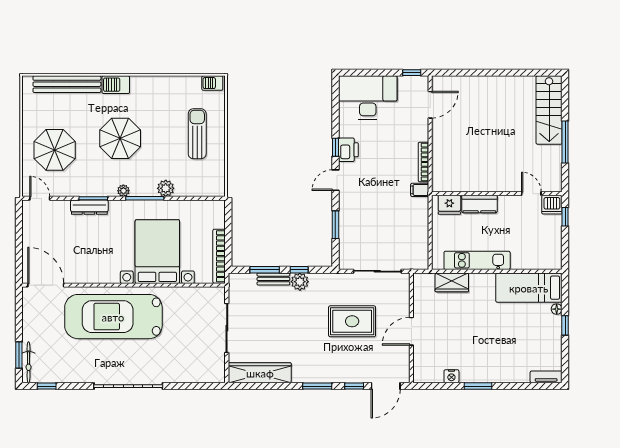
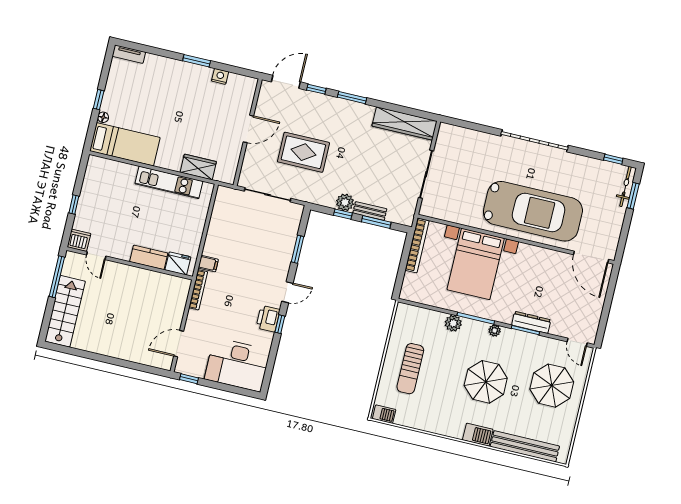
wall: (497, 194) -> (130, 263), moved
door: (531, 194) -> (96, 256), moved
kitchen counter: (479, 204) -> (149, 257), moved
fridge: (449, 205) -> (178, 263), moved
dishwasher: (552, 205) -> (79, 240), moved

